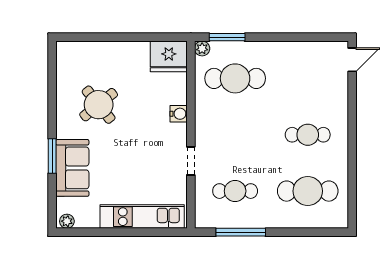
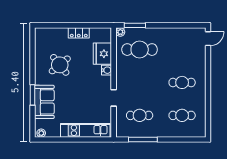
locker: (131, 50) -> (79, 33), added
fridge: (169, 56) -> (102, 54), moved, turned 90
cafe table: (308, 191) -> (182, 115), width x0.73, depth x0.74

